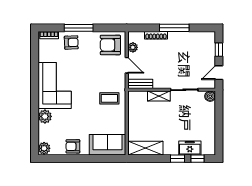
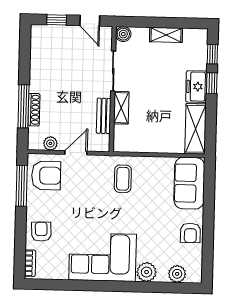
window: (79, 28) -> (22, 186), moved
window: (174, 28) -> (23, 106), moved
armchair: (110, 45) -> (46, 176), turned -90
bench: (140, 84) -> (104, 116), moved
shelving: (210, 126) -> (166, 35), added
plant: (44, 148) -> (177, 274), moved
freezer: (190, 148) -> (196, 87), moved

